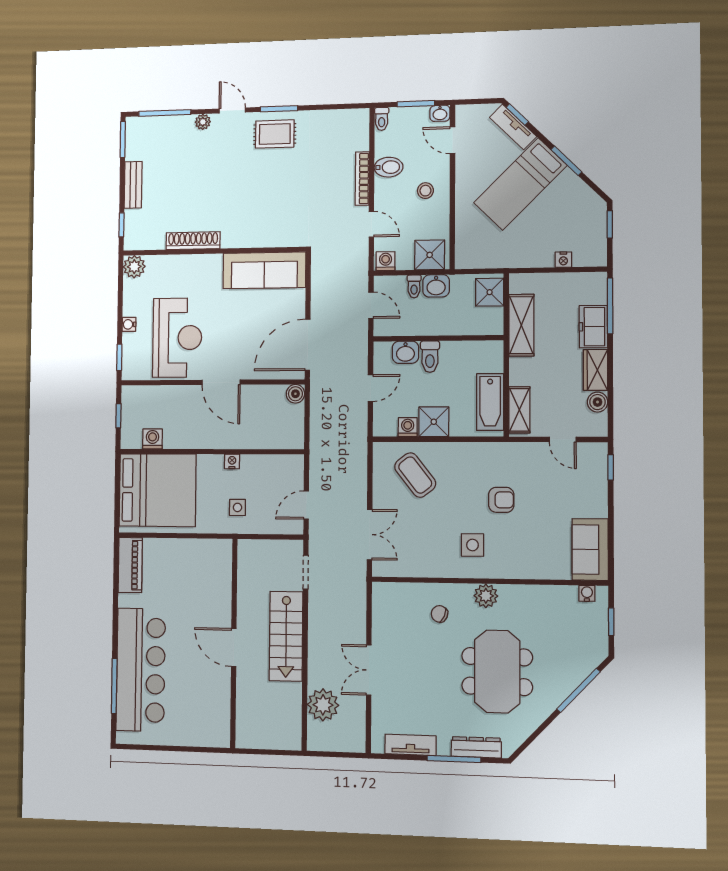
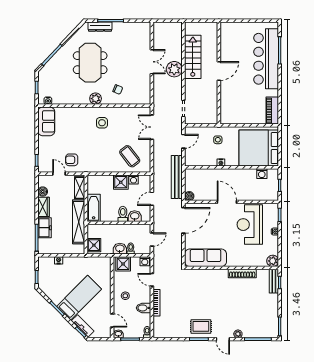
bench: (133, 185) -> (274, 281), moved
door: (371, 305) -> (152, 240), swing flipped
shelving: (521, 325) -> (79, 222), width x1.47
bathtub: (490, 402) -> (94, 208), moved
bench: (320, 432) -> (177, 177), added
armchair: (501, 500) -> (72, 160), moved
stairs: (286, 636) -> (193, 57), moved
door: (234, 647) -> (219, 71), hinge flipped
plant: (323, 705) -> (174, 69), moved
tv unit: (410, 745) -> (131, 27), removed

